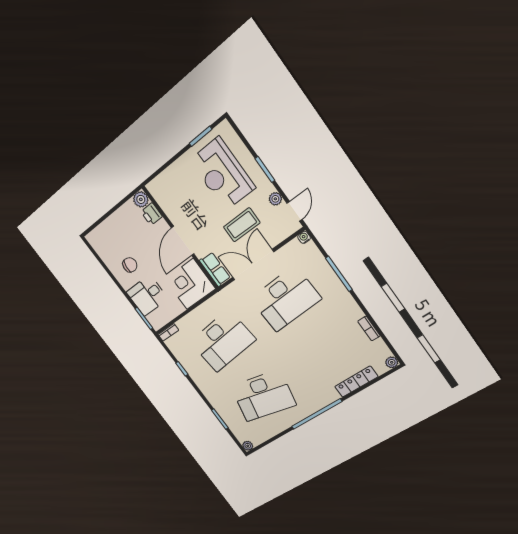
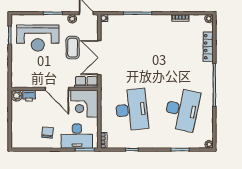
desk: (147, 295) -> (77, 136), width x1.37
desk: (285, 299) -> (132, 53), removed

